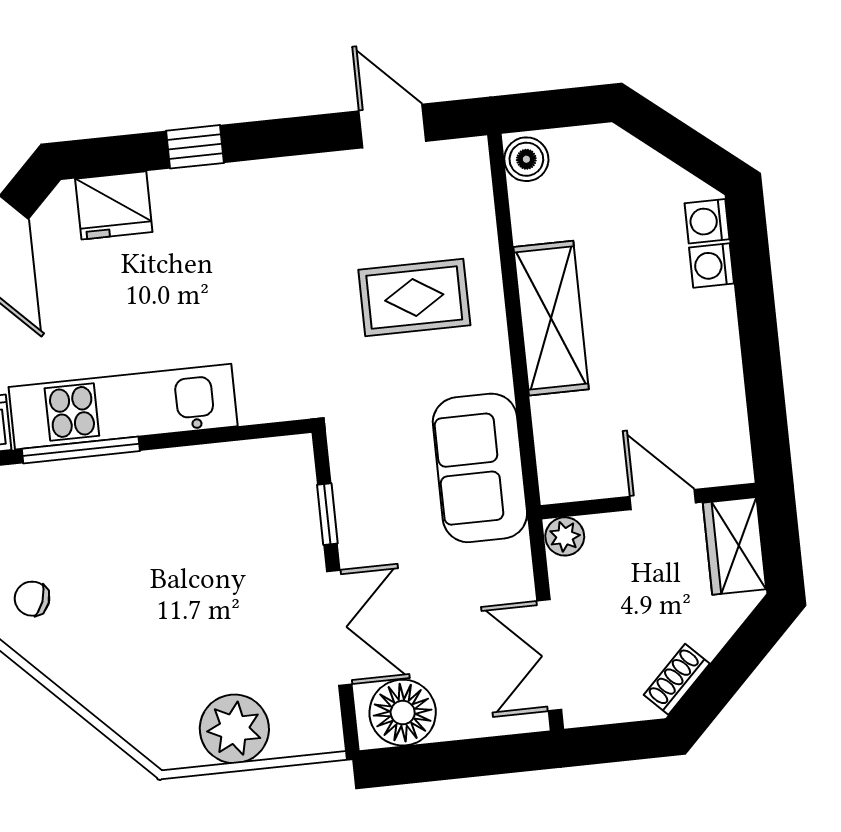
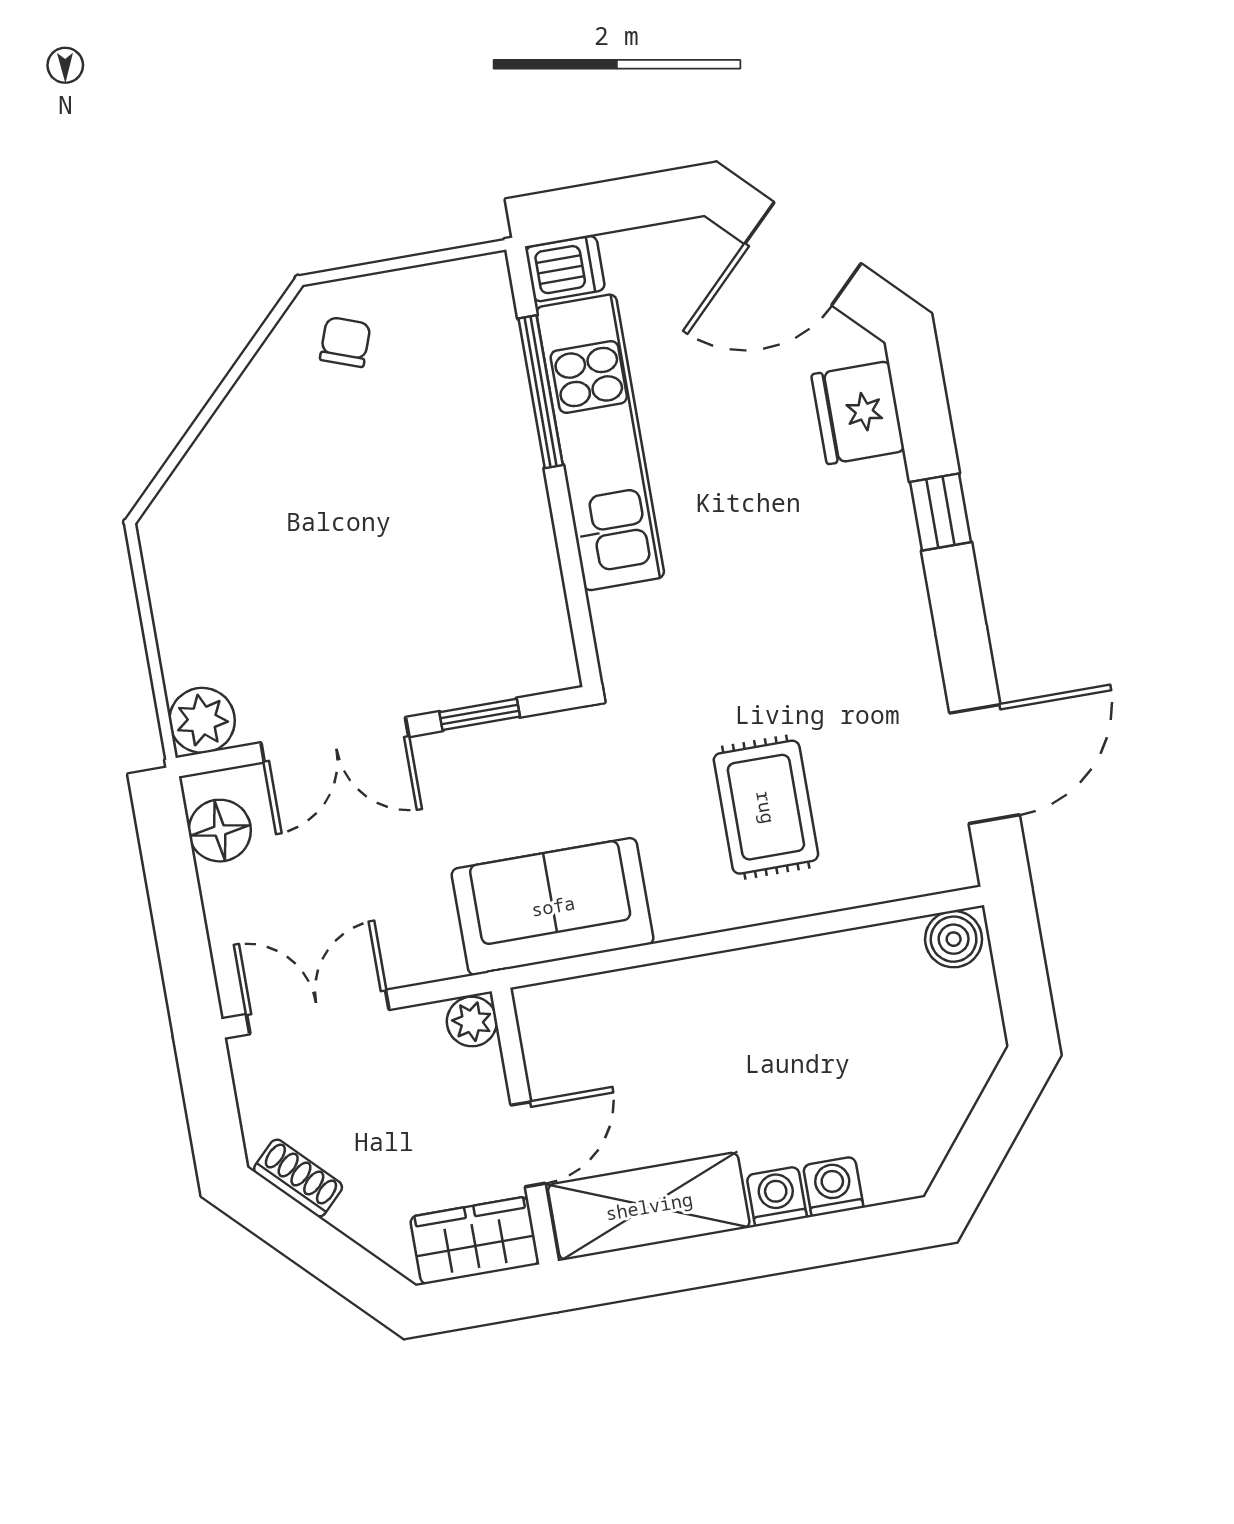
door: (392, 126) -> (984, 764), width x1.38
washing machine: (707, 221) -> (777, 1196), moved
shelving: (551, 318) -> (649, 1206), moved
floor lamp: (403, 713) -> (220, 831), width x0.73, depth x0.73
plant: (234, 729) -> (202, 720), moved, width x0.73, depth x0.73

